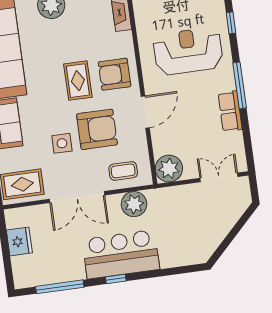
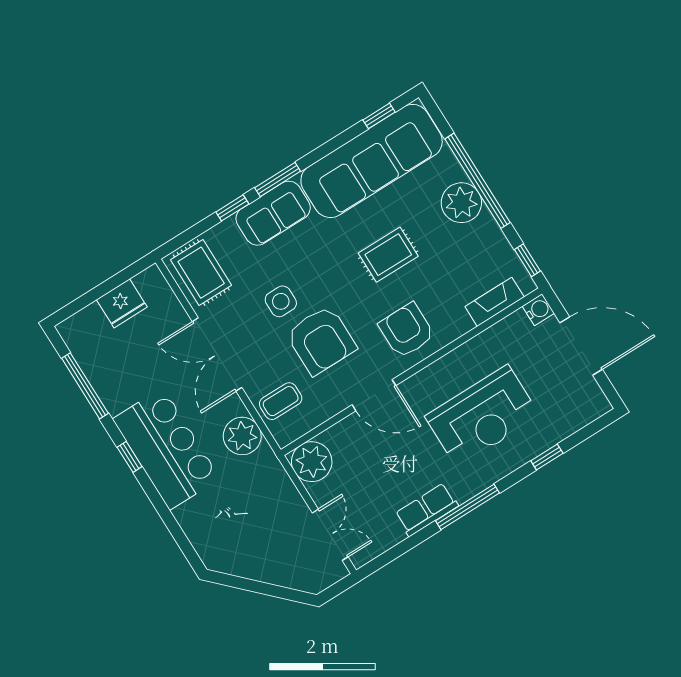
reception desk: (188, 51) -> (482, 416), turned 90
rug: (78, 81) -> (388, 255), moved
coffee table: (123, 171) -> (281, 401), turned 90

